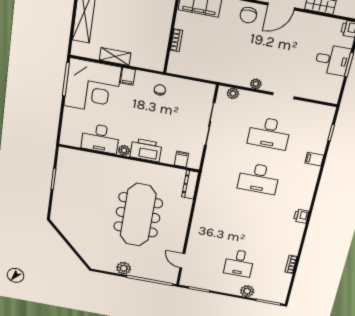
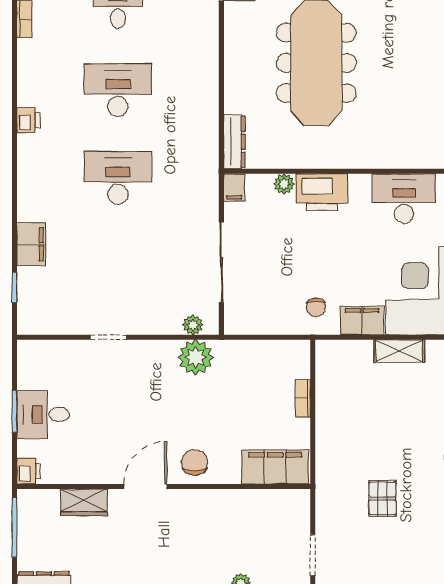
filing cabinet: (128, 76) -> (362, 320), width x2.00
plant: (256, 84) -> (196, 357), moved, width x1.87, depth x1.87
desk: (269, 133) -> (118, 90), moved
plant: (124, 150) -> (284, 184), moved
filing cabinet: (182, 159) -> (234, 188), moved
filing cabinet: (314, 159) -> (31, 244), width x2.00

